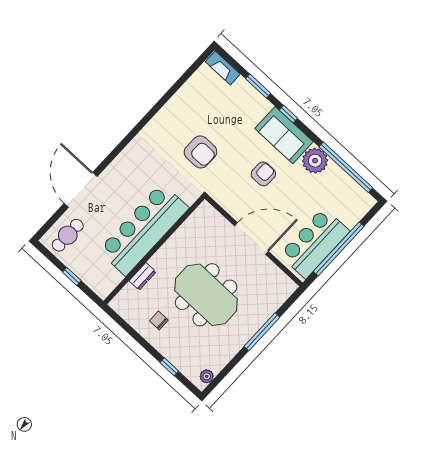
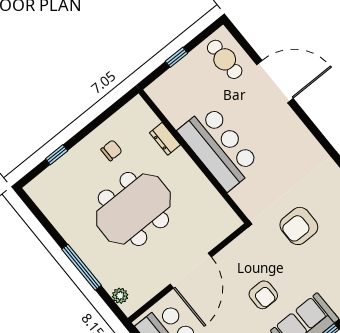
bar counter: (144, 229) -> (219, 148), width x0.73
plant: (207, 376) -> (120, 296), moved

